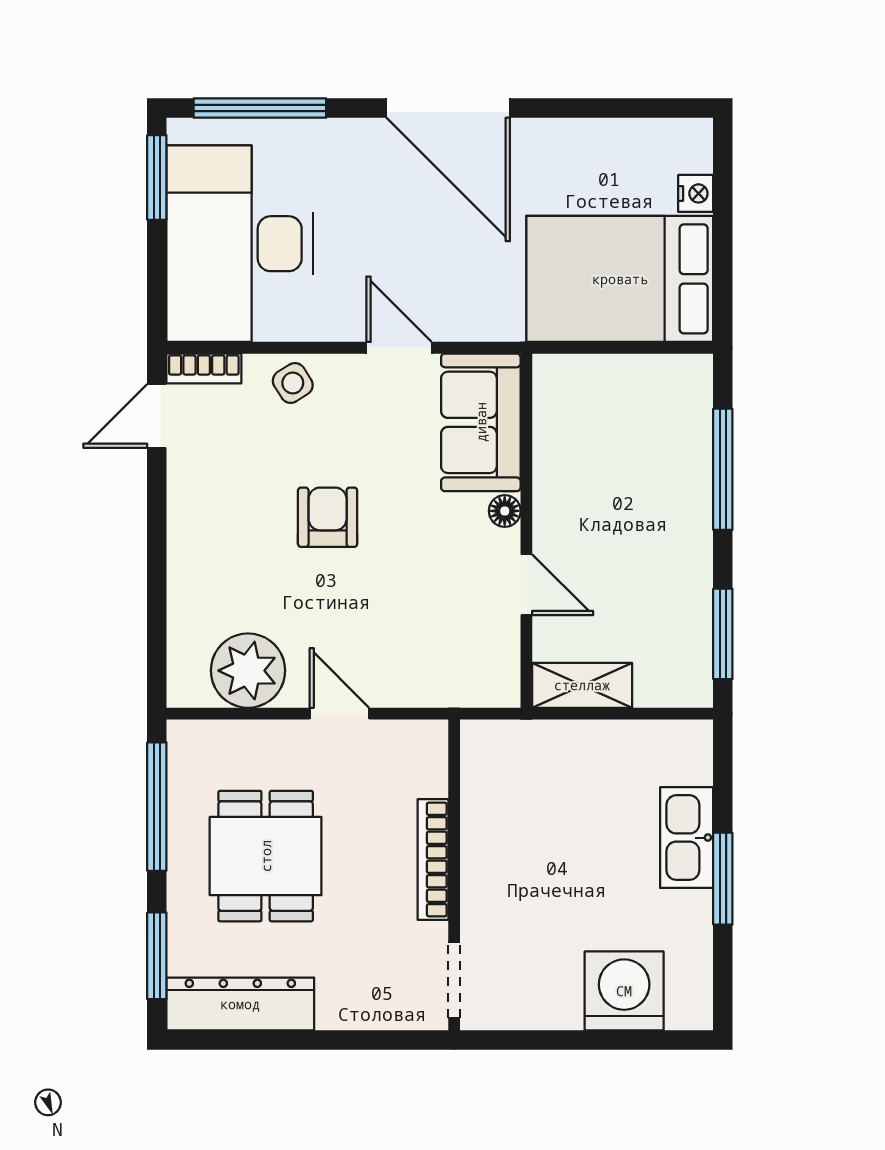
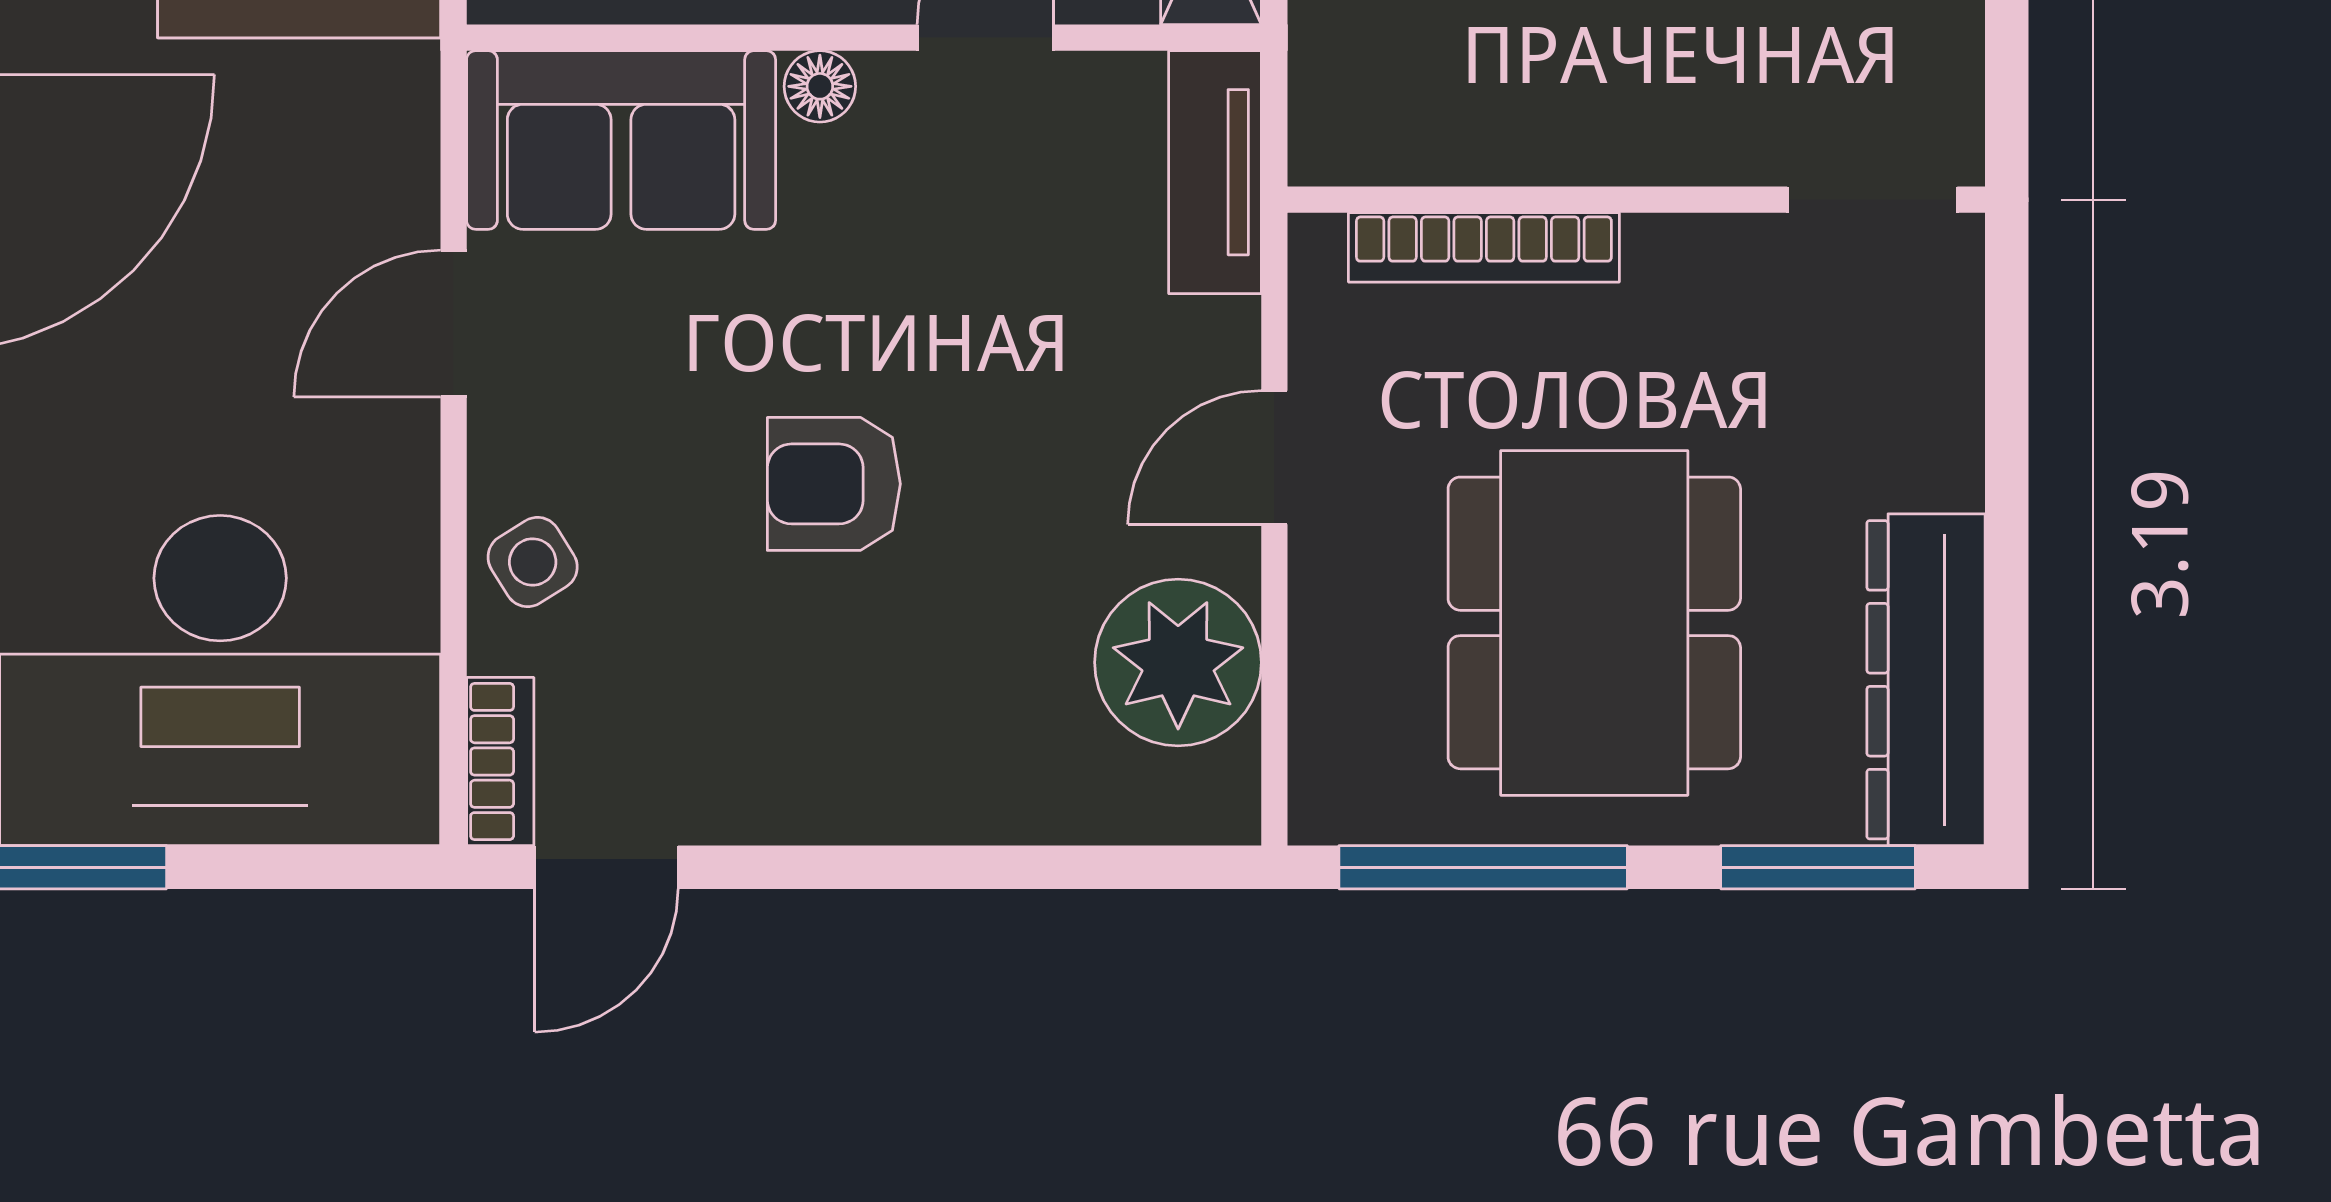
door: (157, 416) -> (607, 867), hinge flipped
tv unit: (466, 687) -> (1215, 172), added
dining table: (266, 856) -> (1594, 623), width x1.38
bookcase: (433, 859) -> (1484, 247), moved

